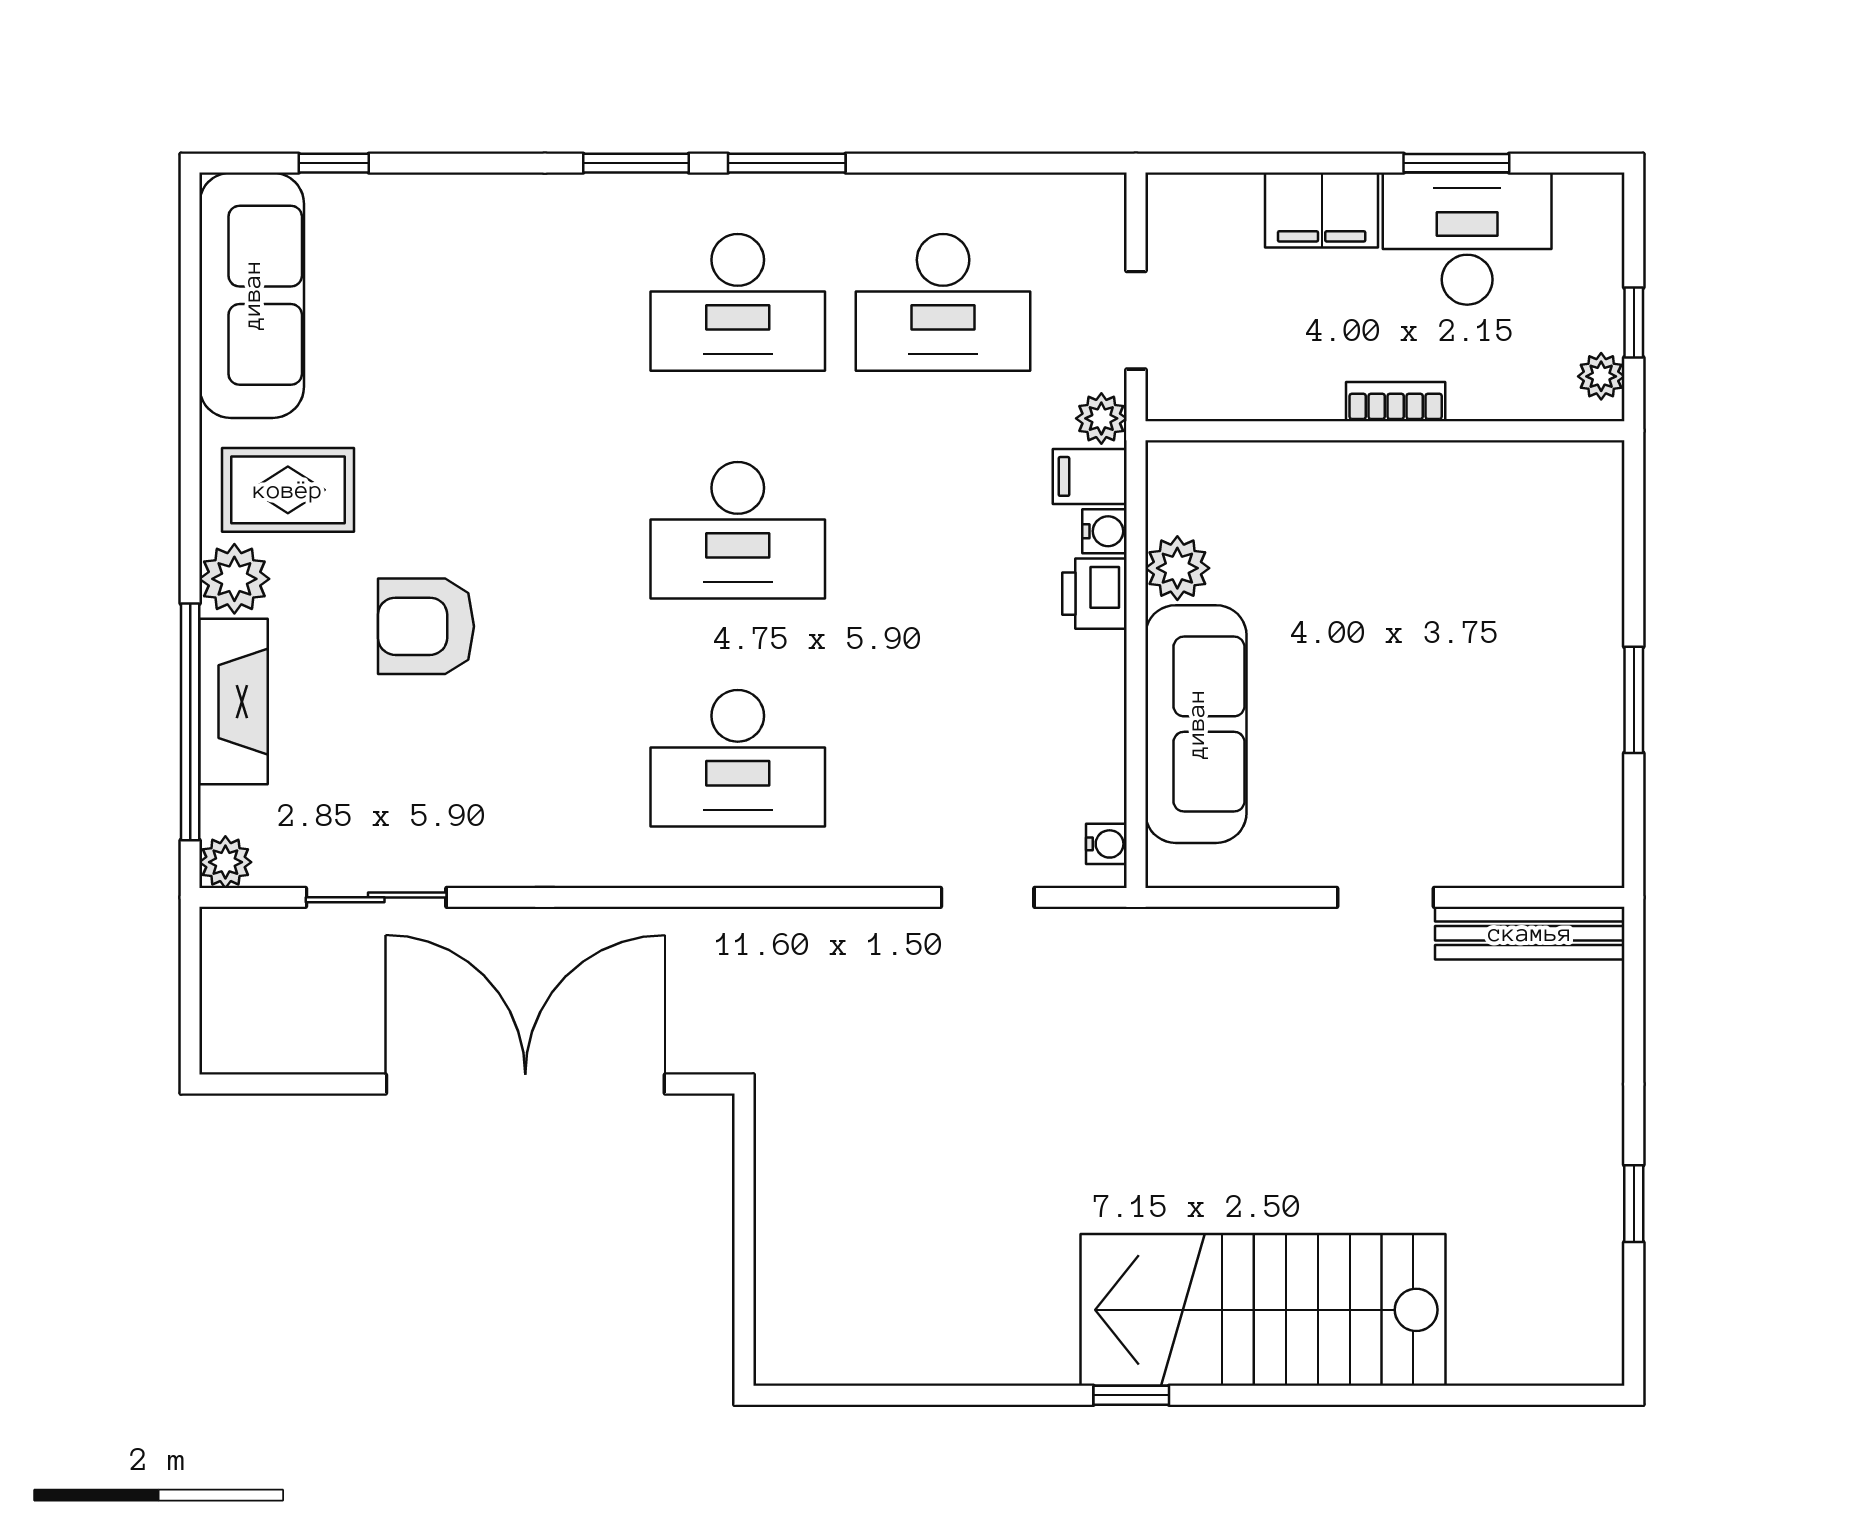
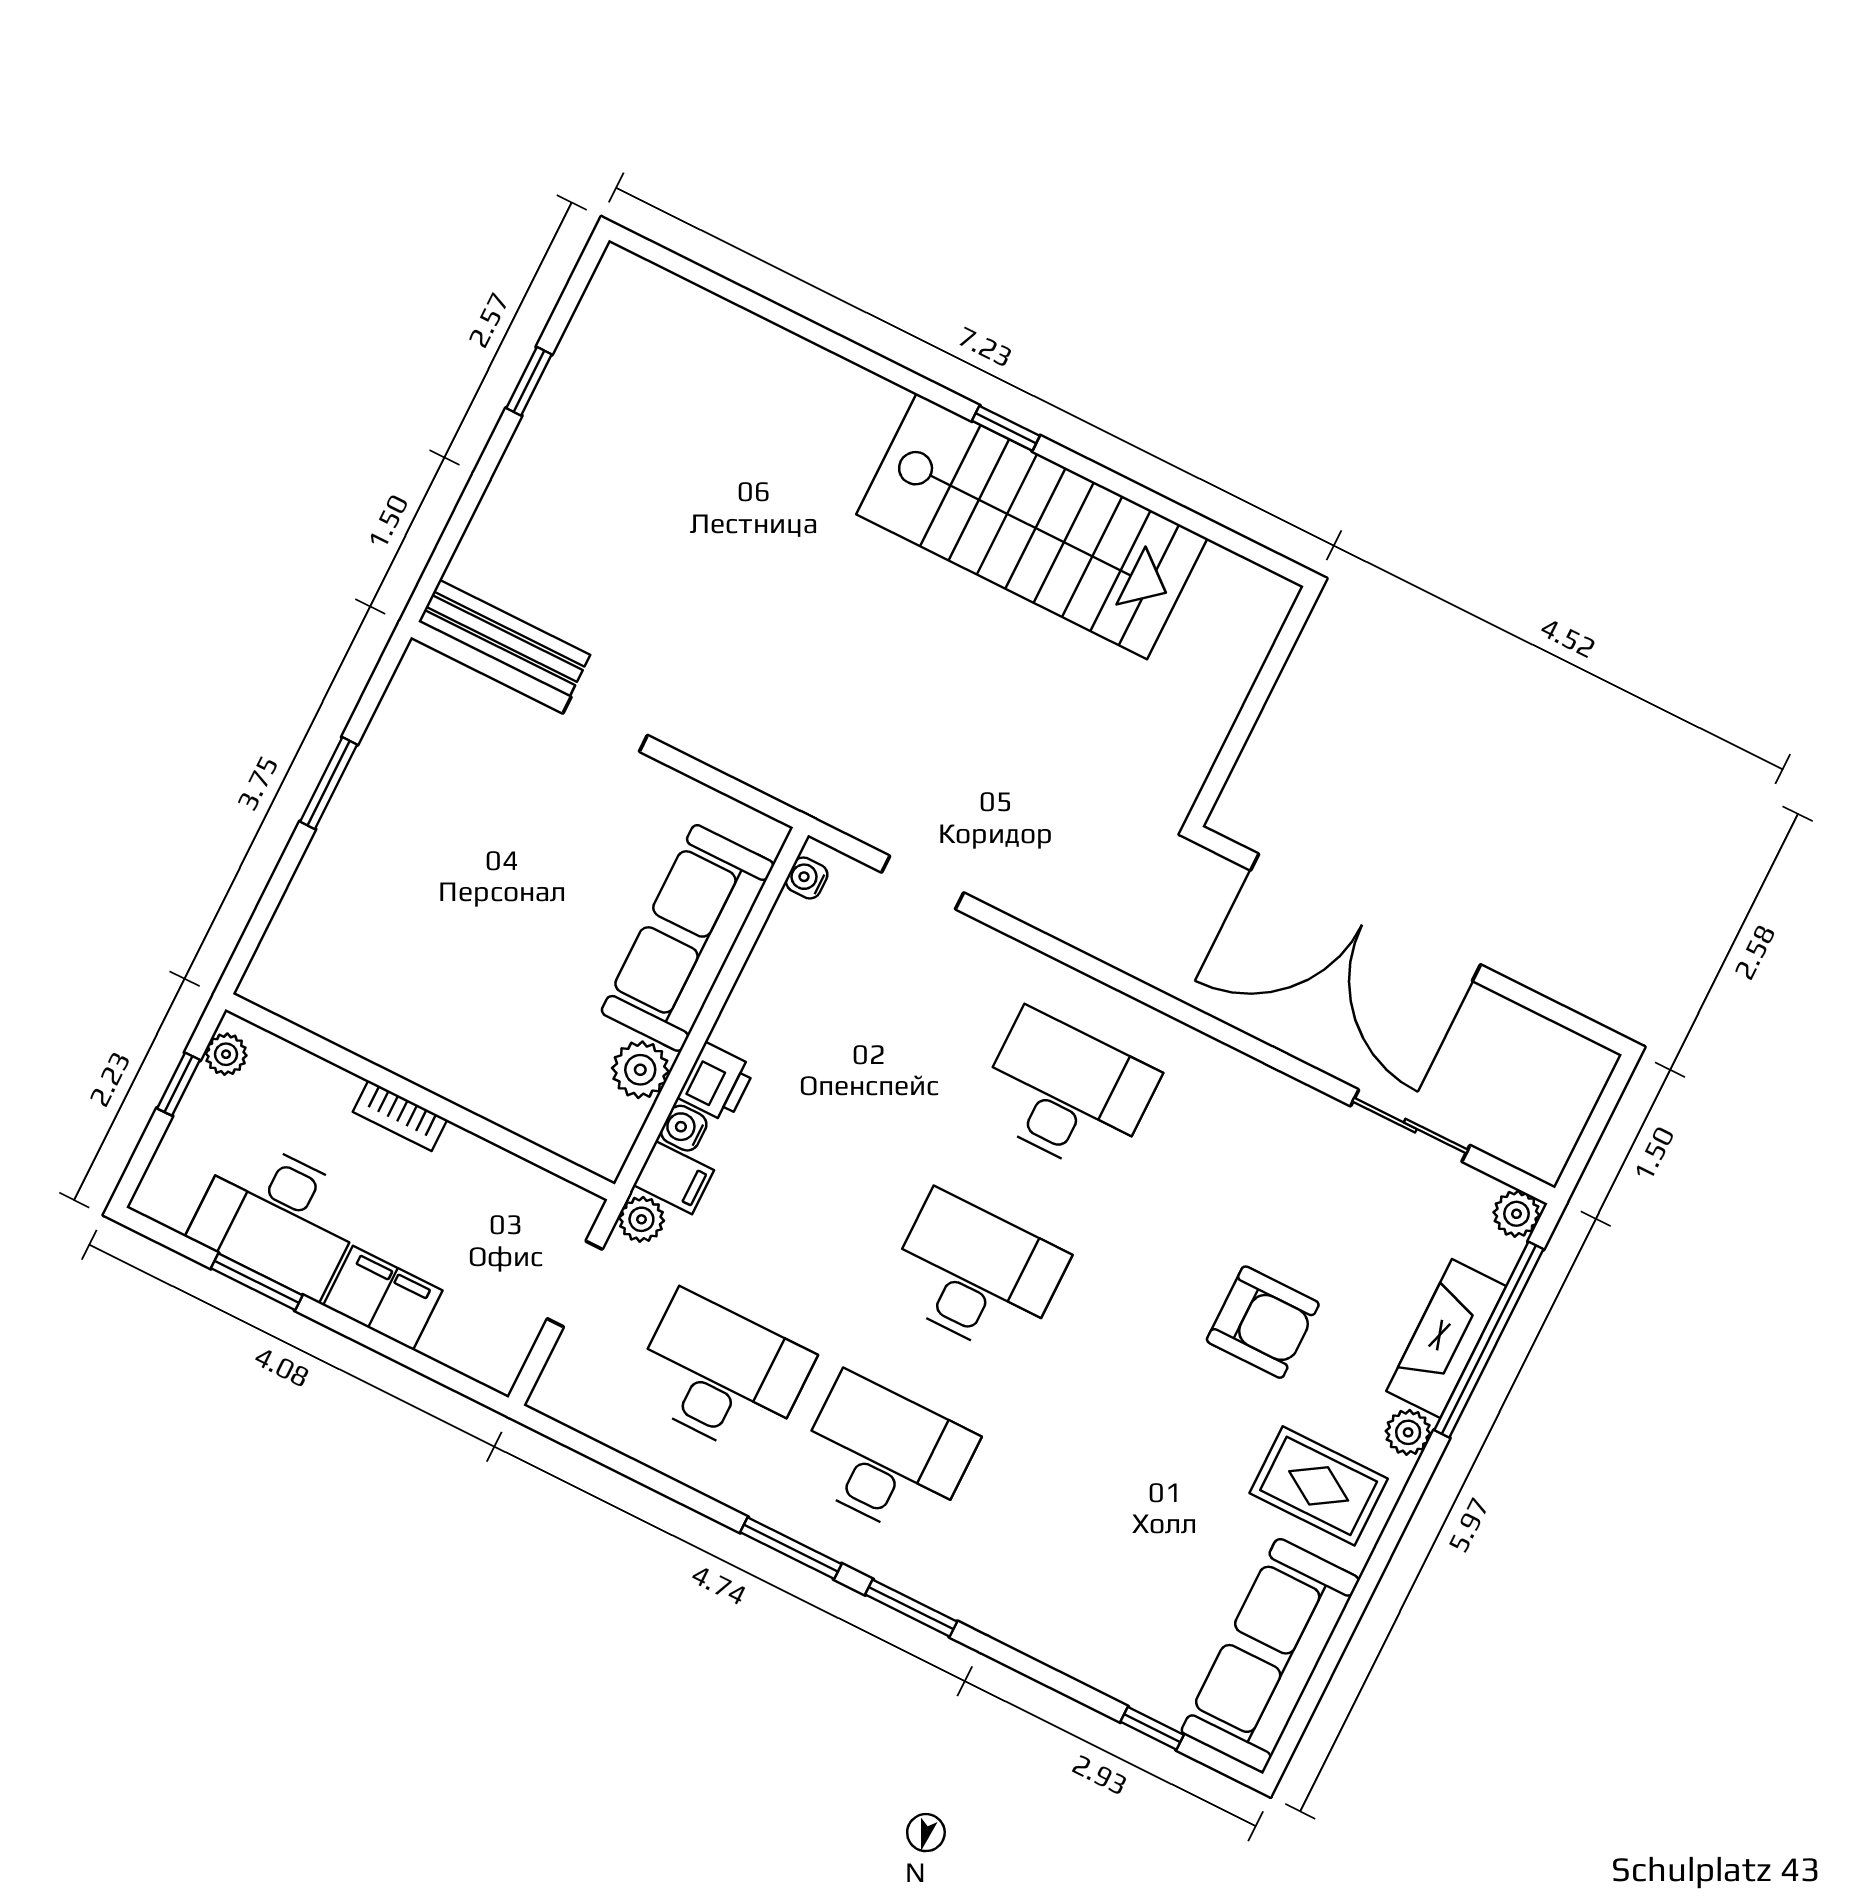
plant: (234, 579) -> (1408, 1432), width x0.73, depth x0.73
stairs: (1263, 1310) -> (1032, 526), moved

